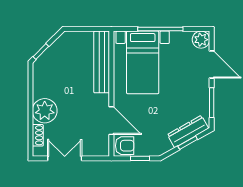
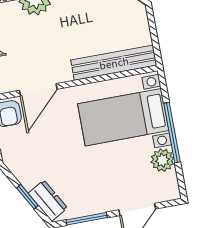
plant: (201, 40) -> (162, 160), moved
dresser: (188, 131) -> (48, 201), width x0.70

